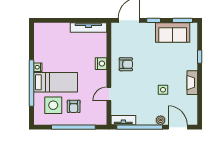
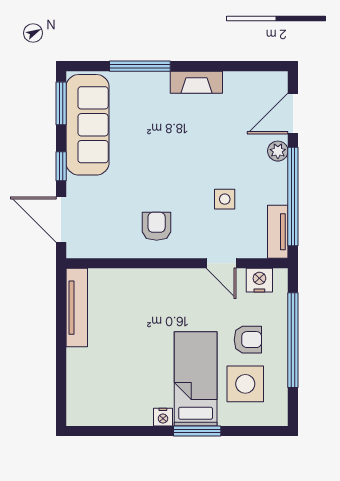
sofa: (173, 32) -> (88, 125), width x1.36
window: (200, 57) -> (140, 66), width x2.17
nightstand: (101, 64) -> (259, 280), moved
window: (32, 83) -> (197, 431), width x0.47
side table: (163, 90) -> (225, 199), moved

